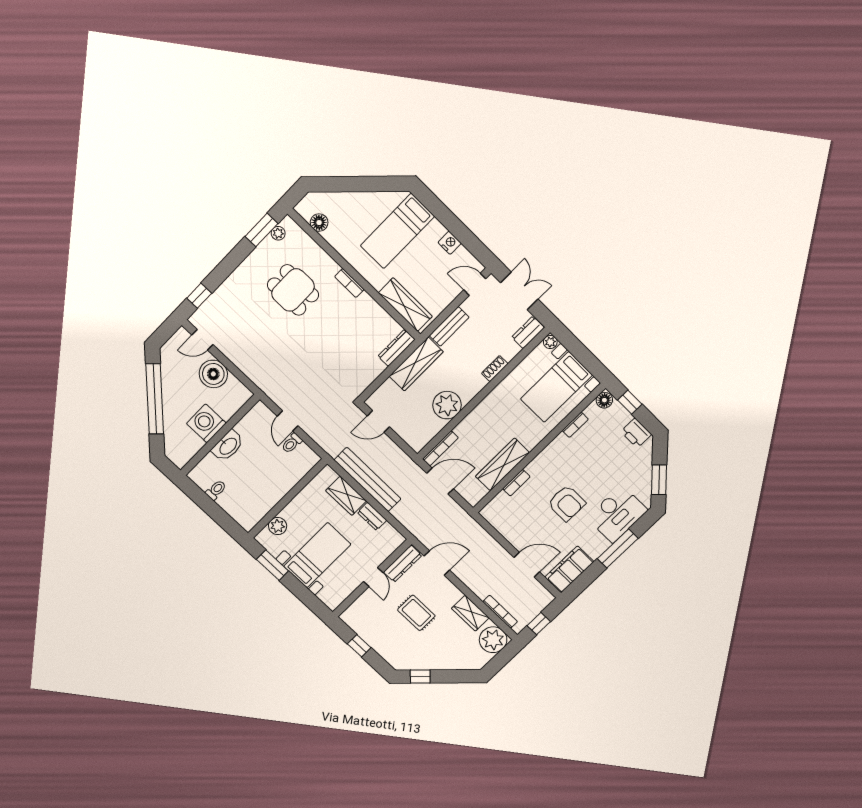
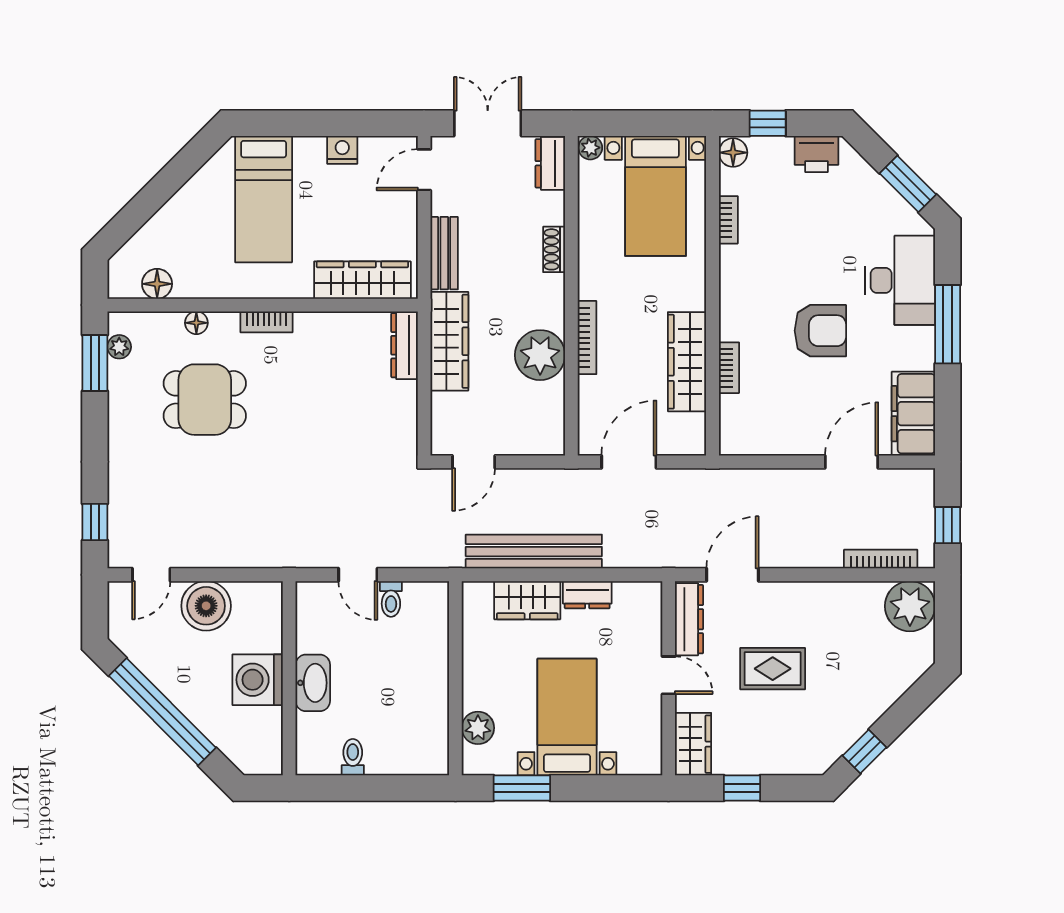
floor lamp: (320, 255) -> (196, 323), added
bookcase: (440, 448) -> (587, 338), moved
wardrobe: (470, 613) -> (693, 744), moved, turned -90

